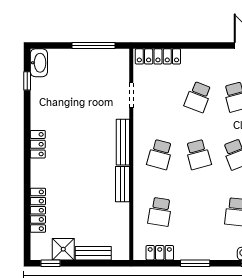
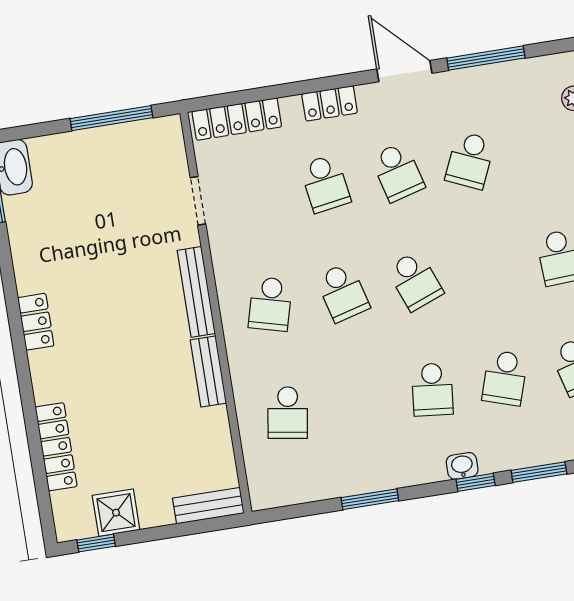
school desk: (198, 97) -> (325, 184), turned -30
bench: (93, 253) -> (208, 506), moved
locker: (160, 253) -> (330, 103), moved, turned 180

